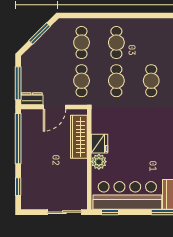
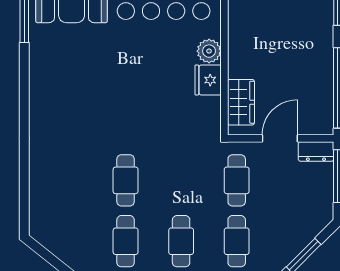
cafe table: (116, 81) -> (126, 241), moved
wardrobe: (79, 137) -> (241, 102), width x0.67

